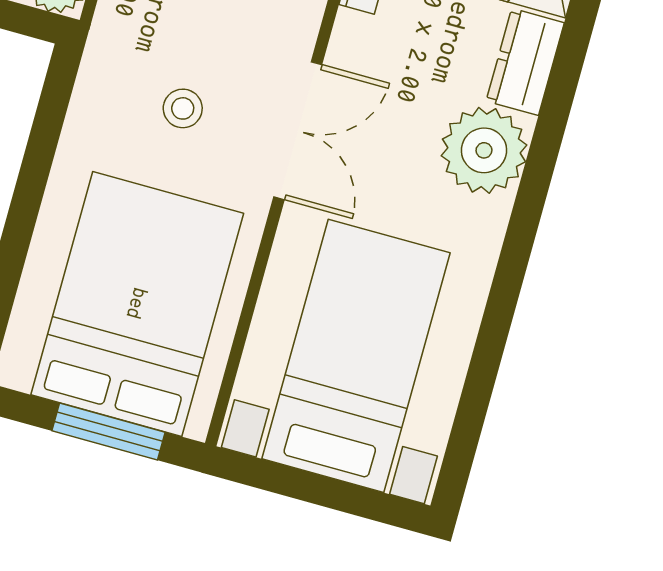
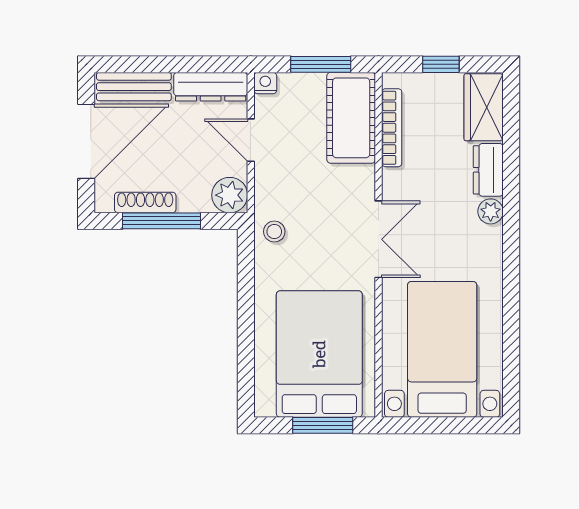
stool: (183, 108) -> (274, 232), moved
plant: (484, 150) -> (491, 211), width x0.53, depth x0.53

